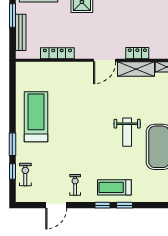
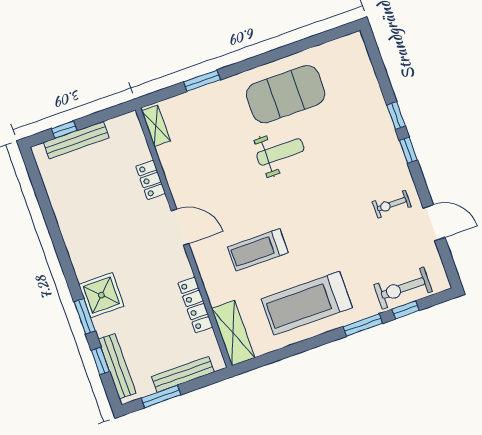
shelving: (136, 69) -> (233, 333), moved
exercise bike: (25, 174) -> (403, 288), width x1.38, depth x1.39
treadmill: (114, 187) -> (258, 250), moved, turned 90

